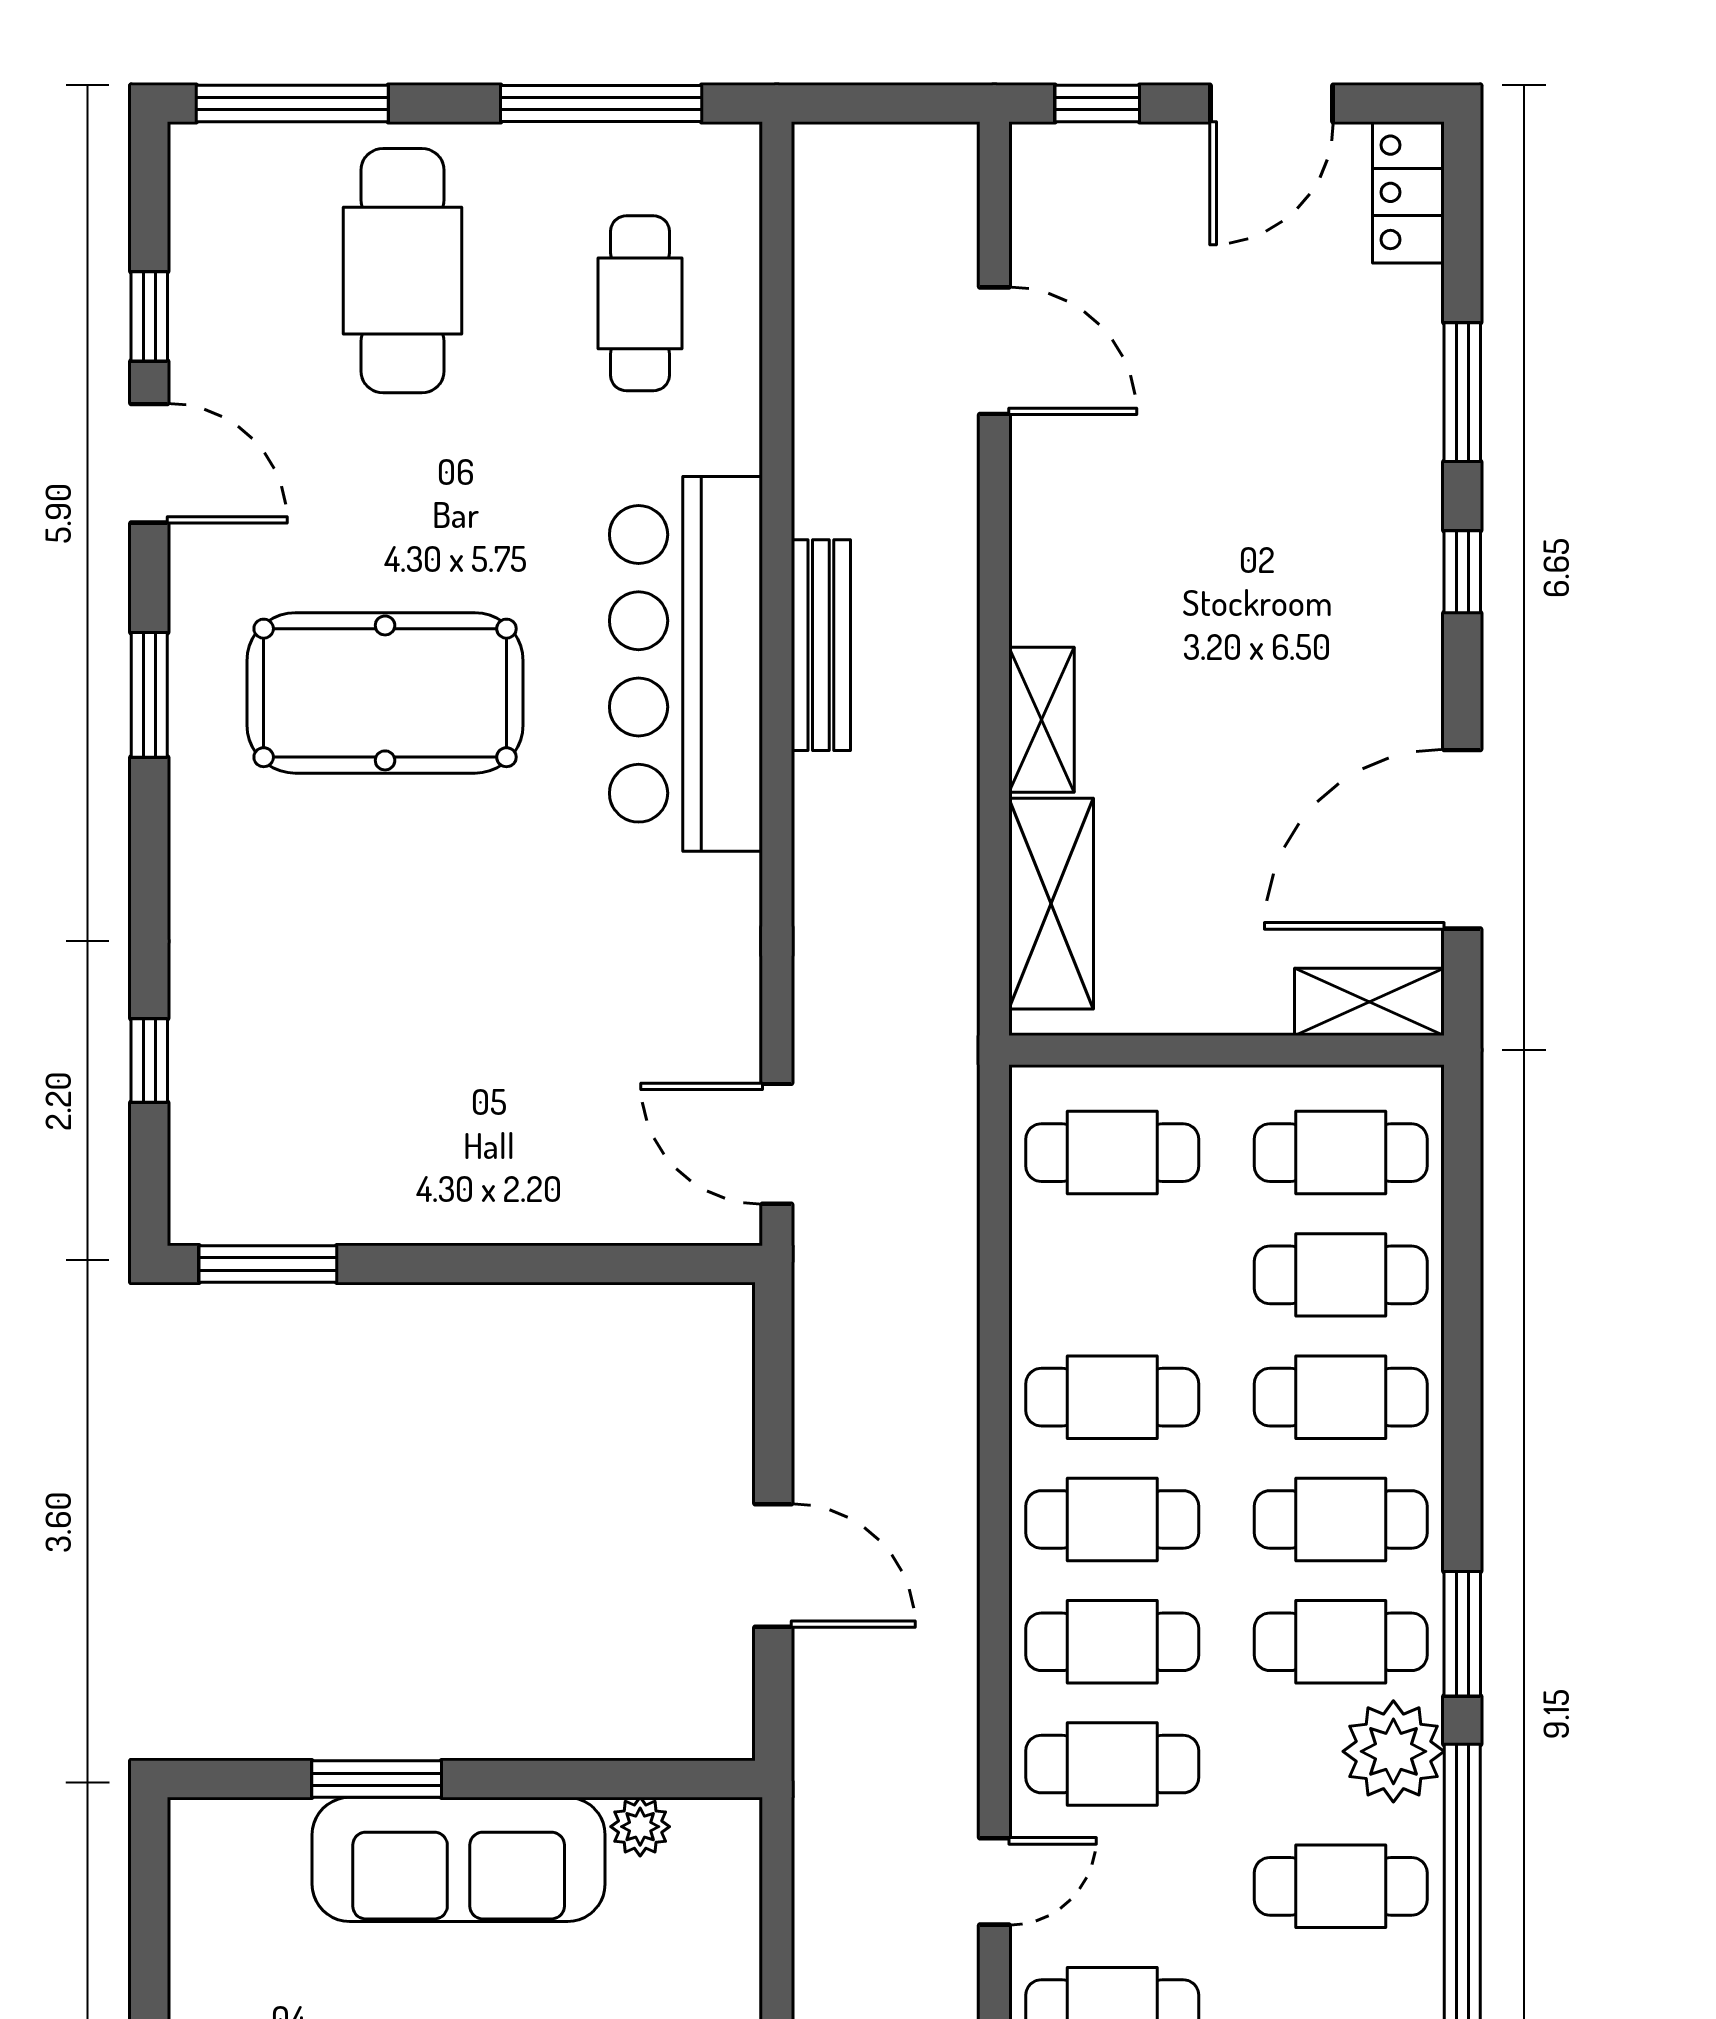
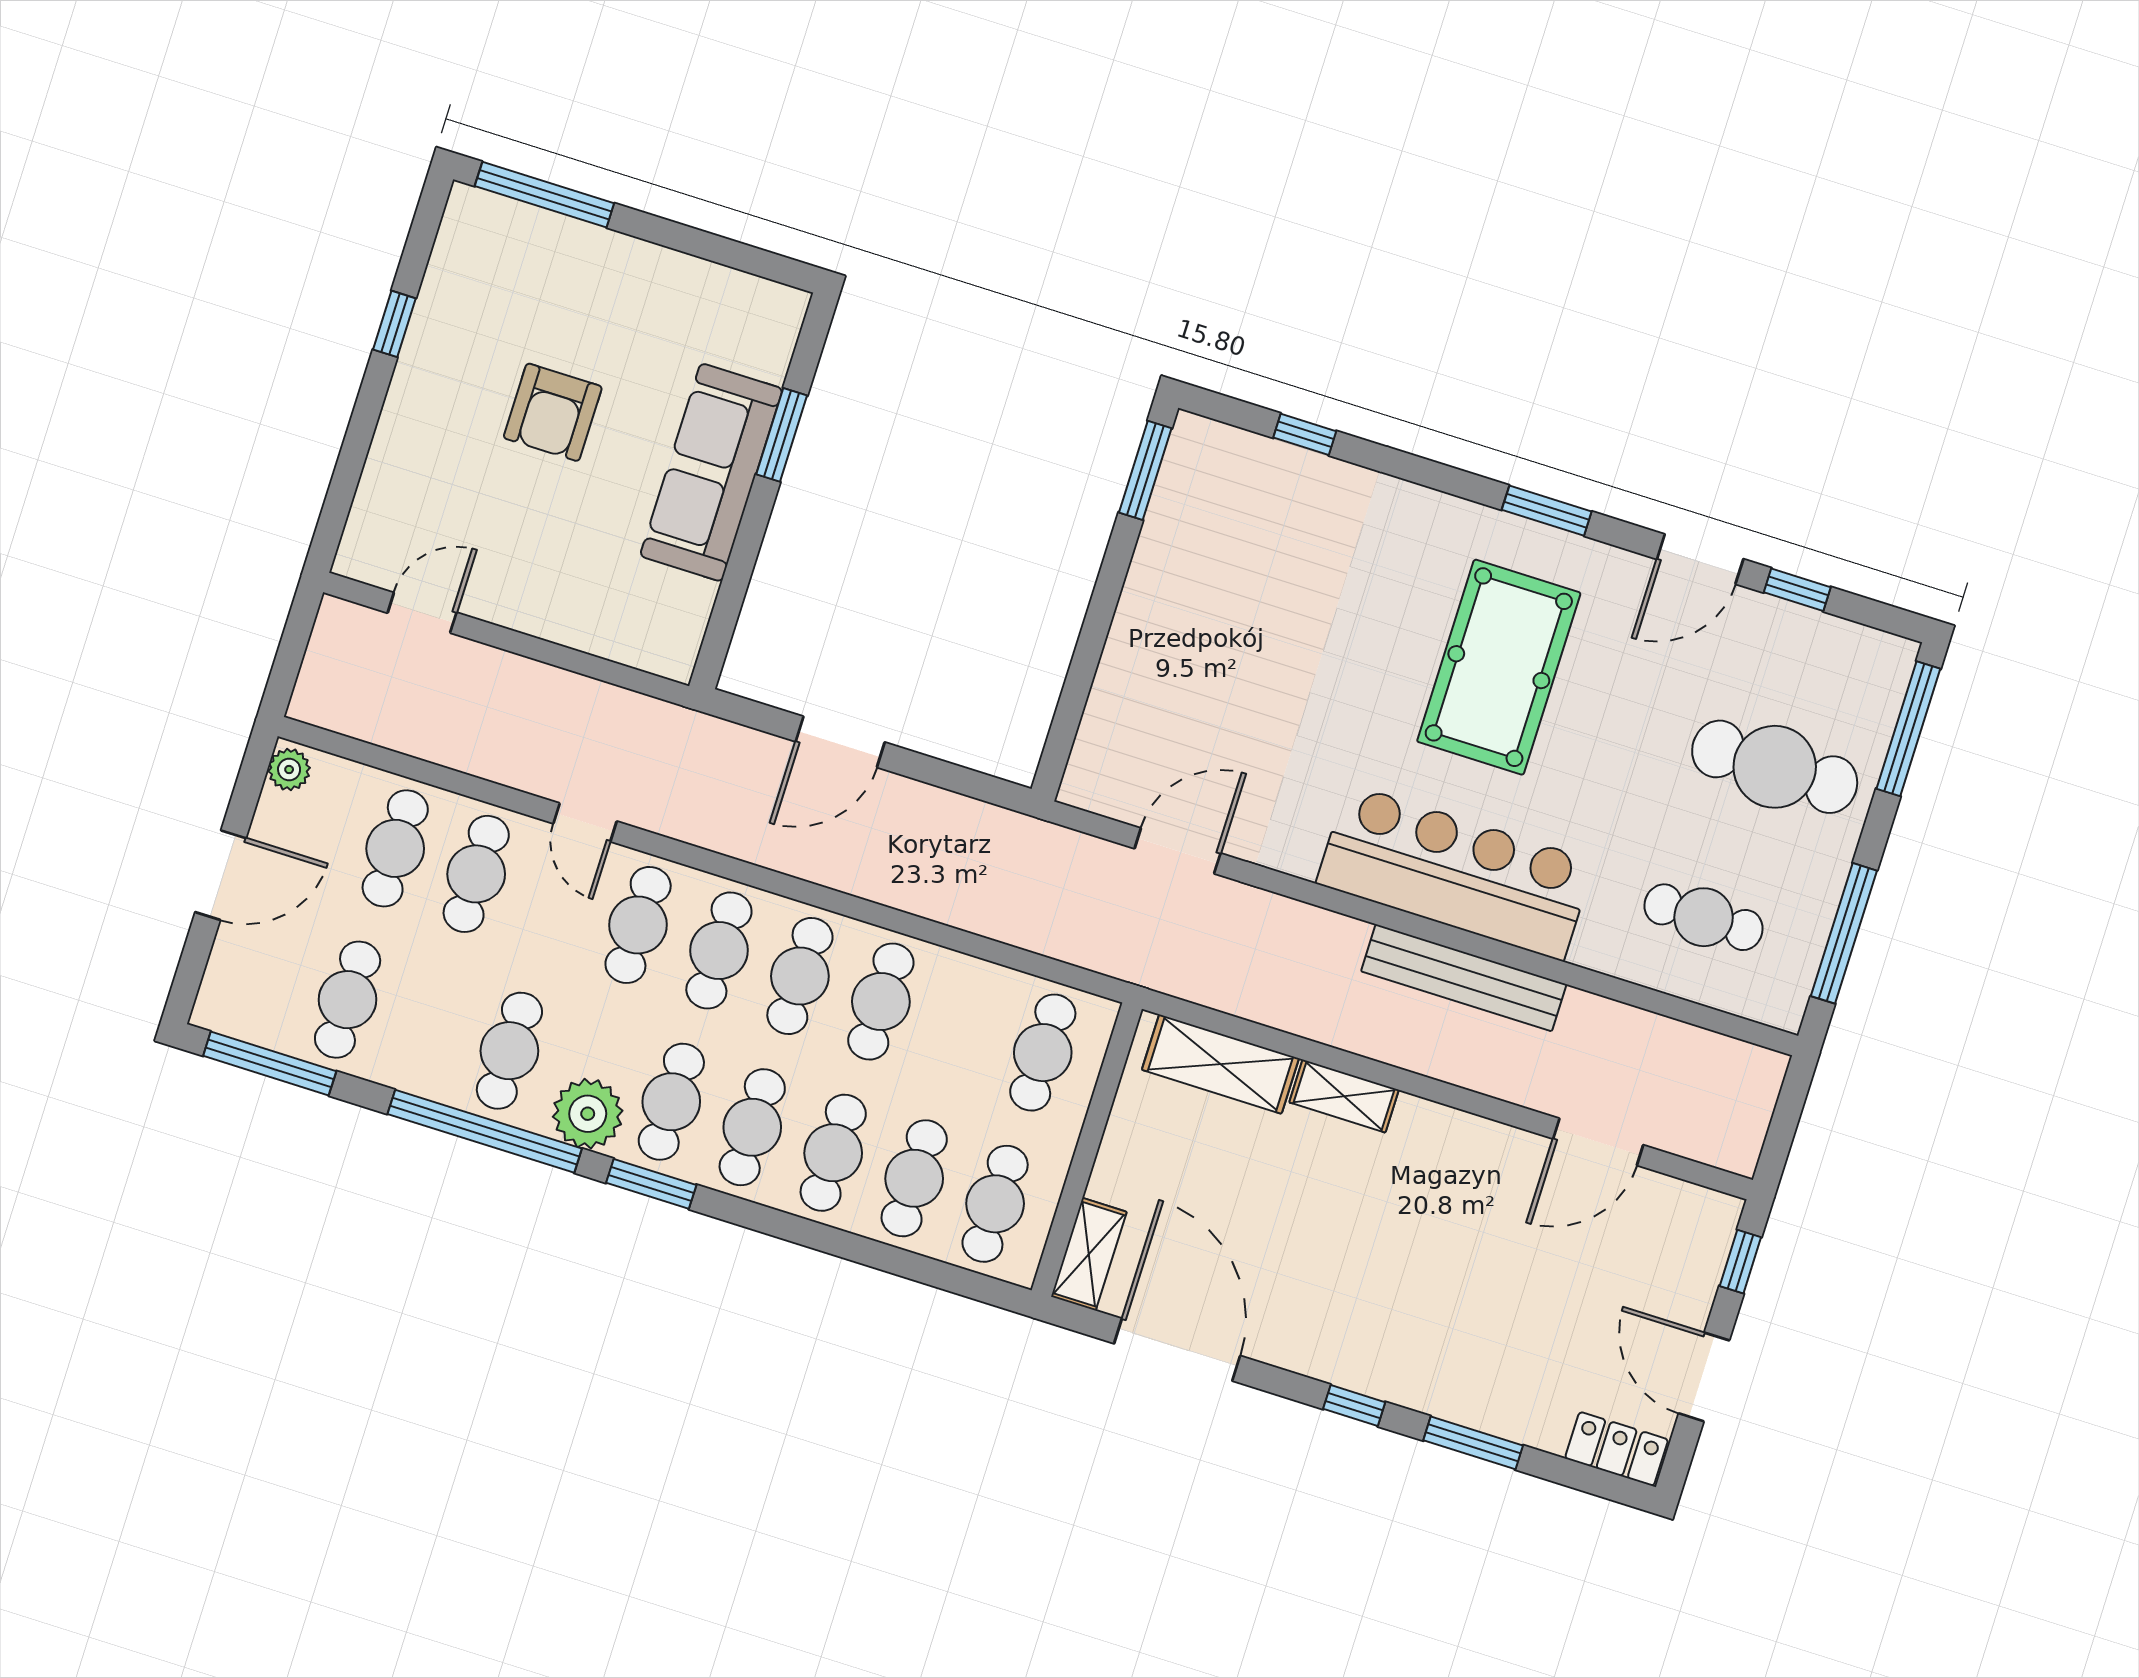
bench: (821, 645) -> (1464, 978), width x1.37, depth x1.21
door: (777, 1144) -> (1178, 851), moved
plant: (640, 1827) -> (695, 599), removed

